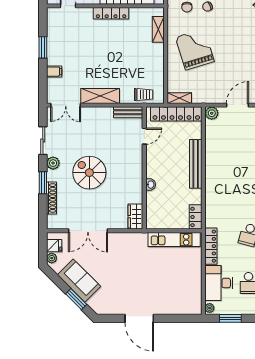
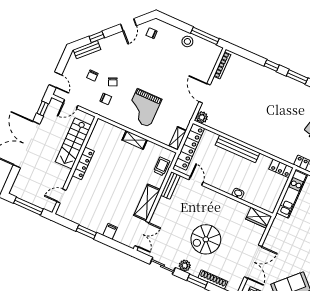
shelving: (158, 29) -> (135, 140), moved
grand piano: (195, 49) -> (143, 108), turned -73

